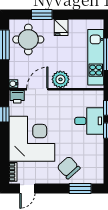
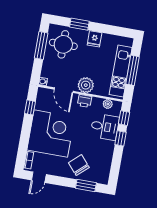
door: (37, 89) -> (64, 90), swing flipped
plant: (88, 96) -> (108, 104), added
printer: (17, 97) -> (85, 101), moved

